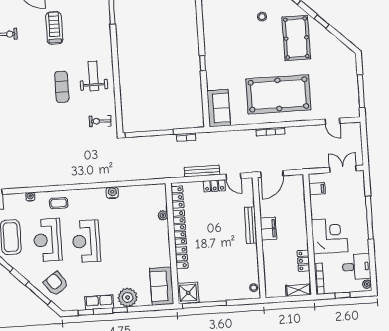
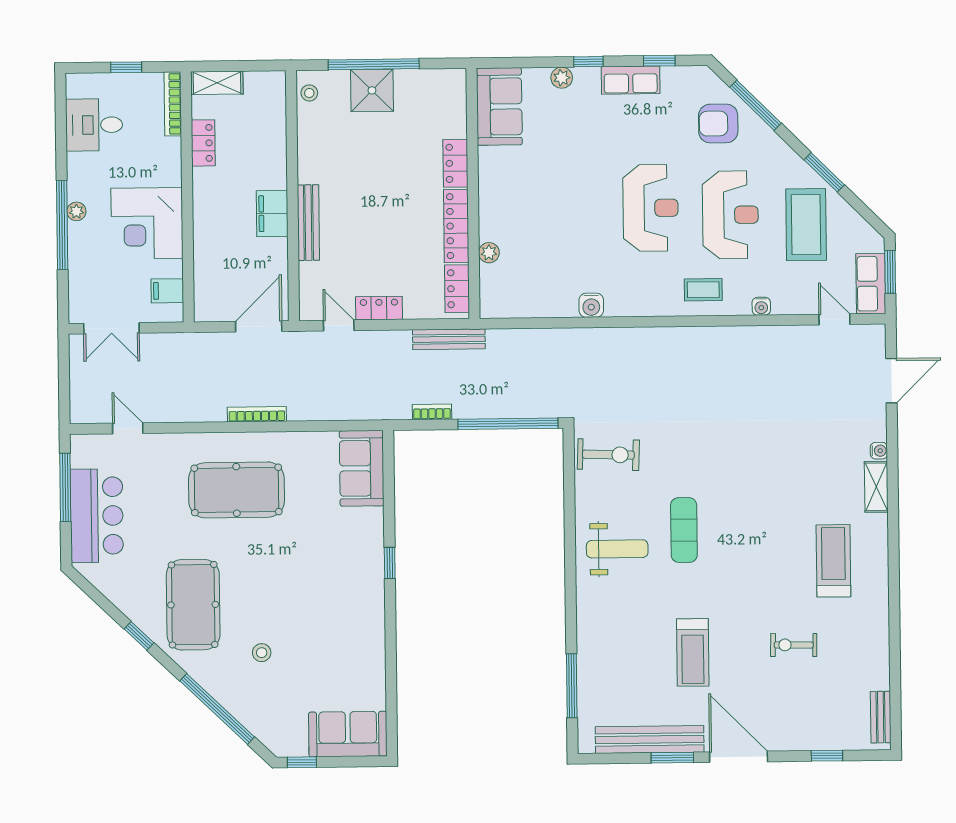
weight bench: (93, 76) -> (617, 549), turned -90
bar counter: (345, 78) -> (97, 516), added
pool table: (278, 94) -> (237, 490), width x0.73, depth x0.76
exercise bike: (100, 121) -> (608, 455), width x1.38, depth x1.39
bench: (202, 171) -> (449, 339), moved
corner desk: (330, 236) -> (147, 223), moved
armchair: (56, 284) -> (718, 123), turned 126
plant: (367, 284) -> (76, 211), moved
shower: (188, 293) -> (372, 90), moved
plant: (128, 297) -> (562, 78), width x0.53, depth x0.53
window: (204, 304) -> (374, 64), moved

